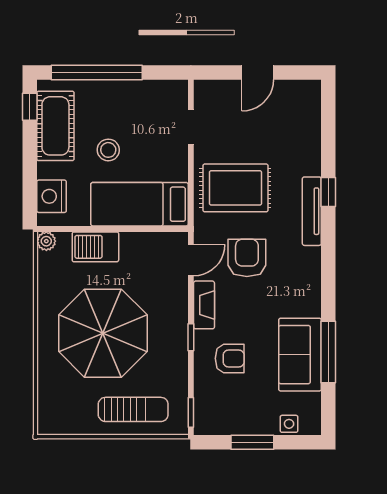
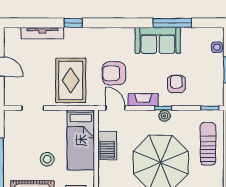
tv unit: (312, 211) -> (42, 33), moved
barbecue: (95, 247) -> (107, 146), moved
plant: (178, 339) -> (165, 116), added
sofa: (300, 355) -> (158, 40), moved

